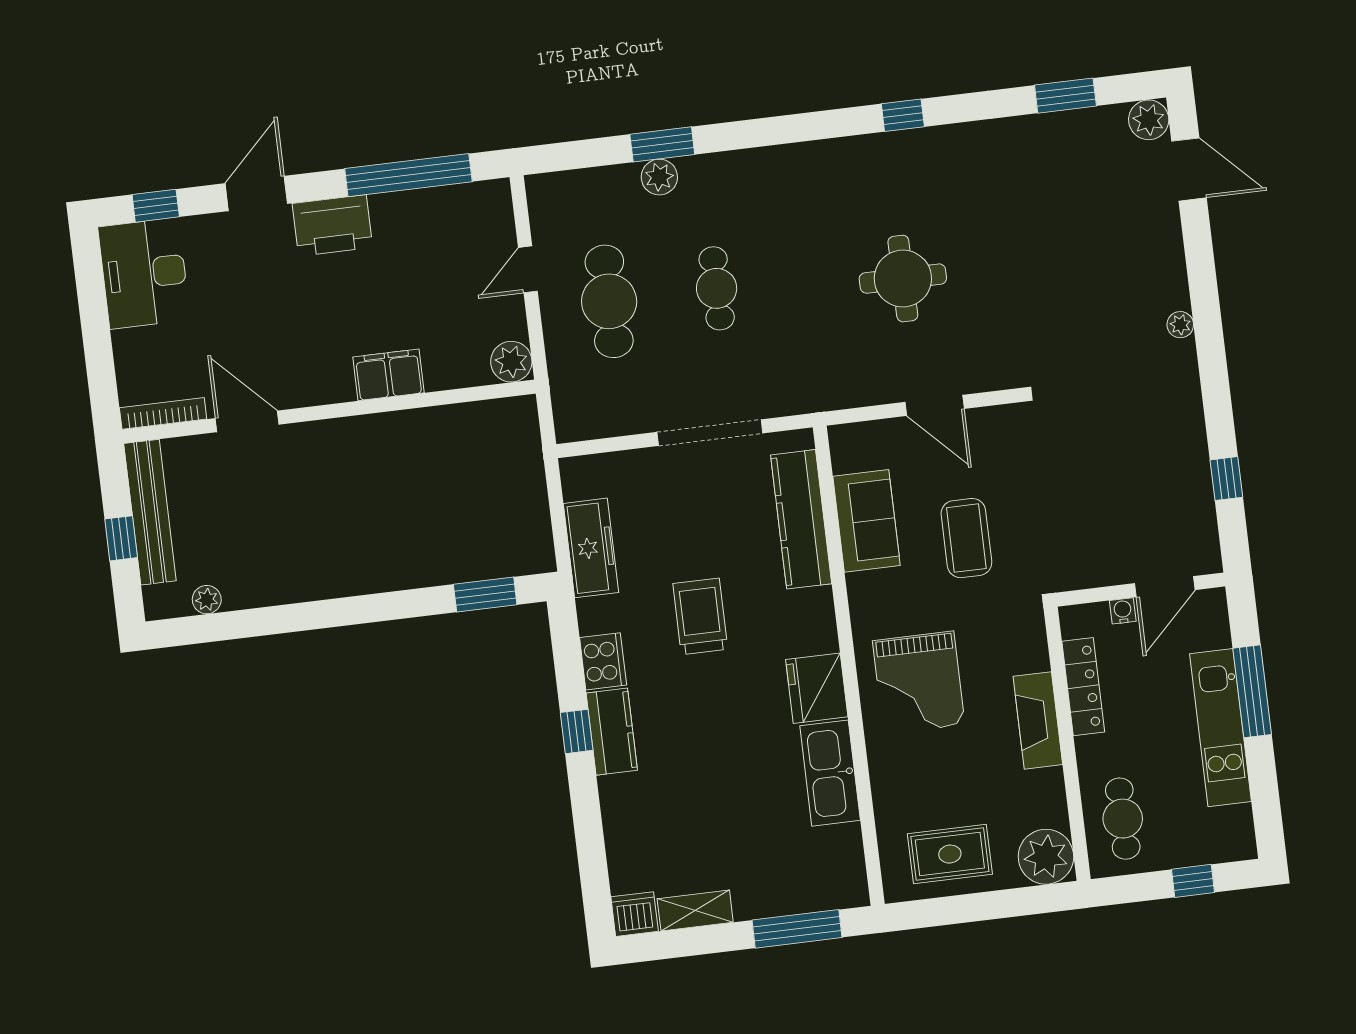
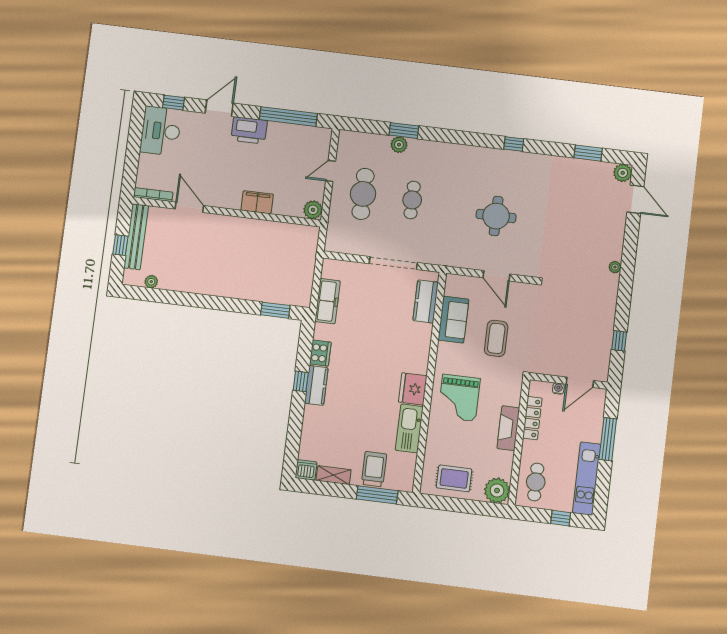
kitchen counter: (801, 519) -> (426, 301), width x0.67
trolley: (700, 616) -> (374, 469), moved
kitchen unit: (1220, 728) -> (587, 479), moved

